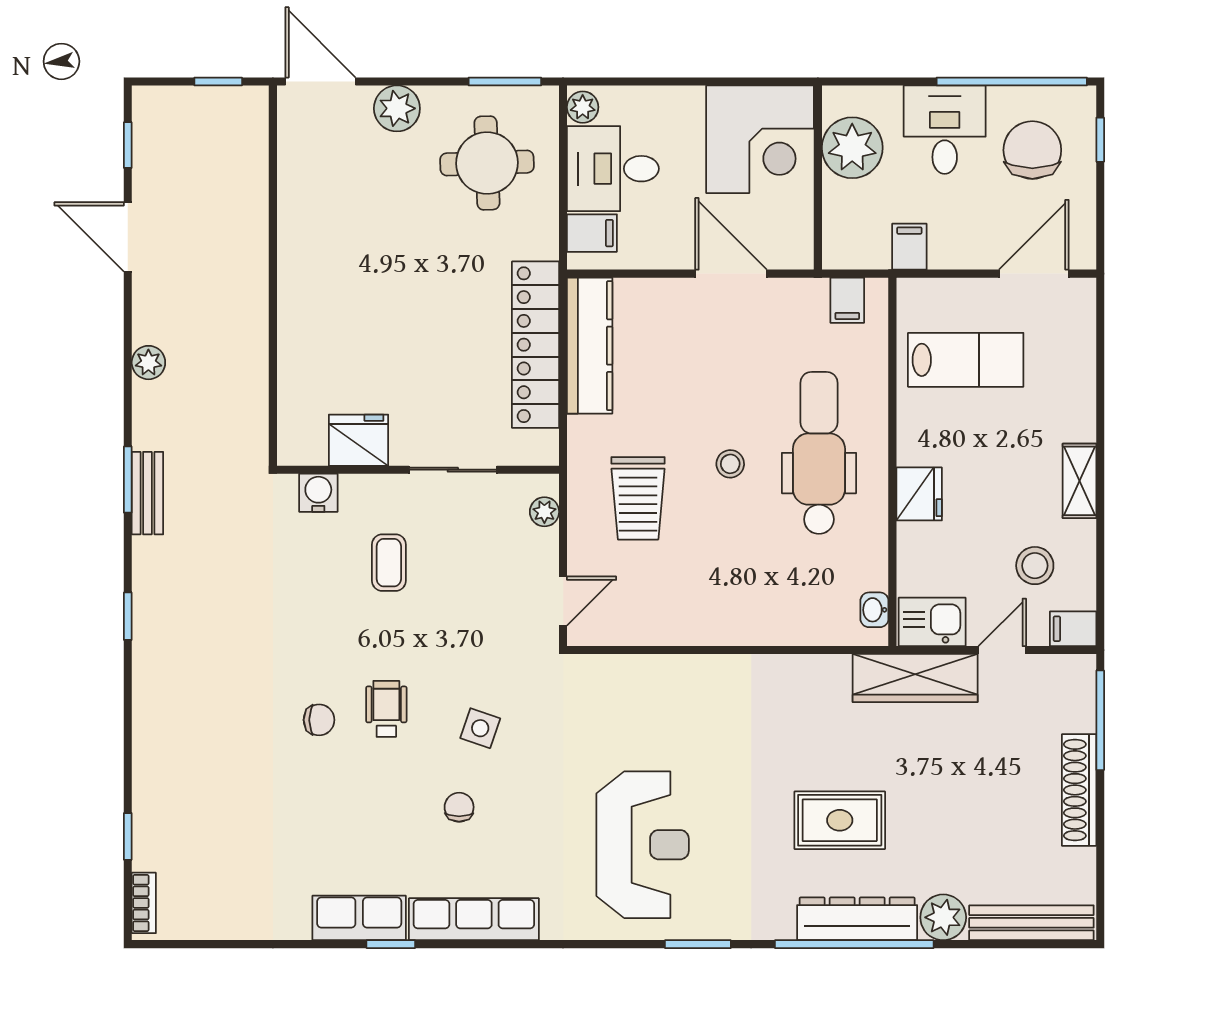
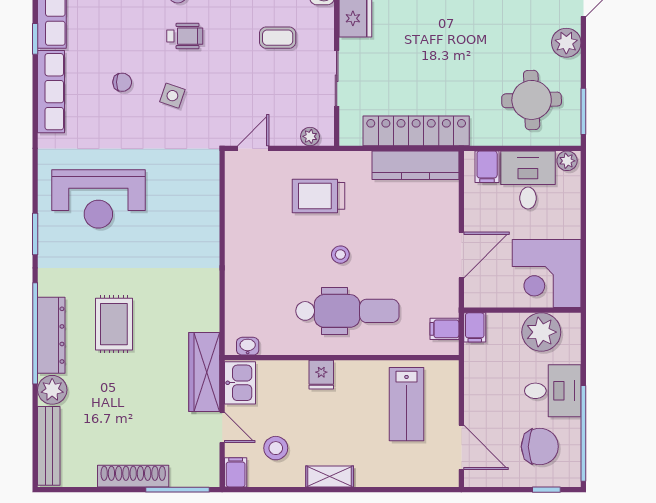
filing cabinet: (909, 247) -> (475, 327), moved, turned 90
fridge: (919, 494) -> (321, 375), width x0.72
door: (563, 601) -> (253, 148), swing flipped

